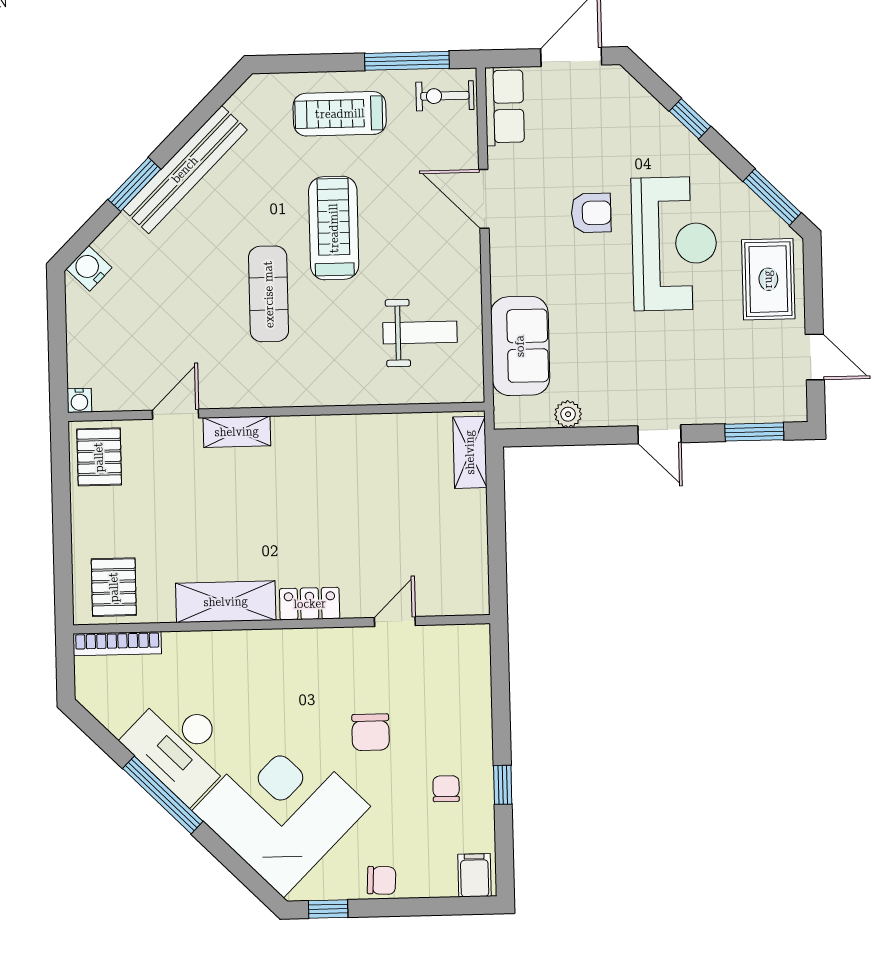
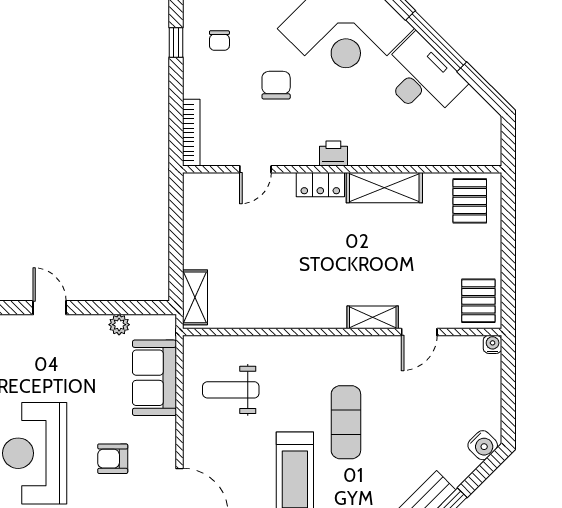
armchair: (591, 213) -> (113, 459), moved
bookcase: (117, 644) -> (191, 133), moved, turned 90
printer: (293, 645) -> (333, 154), added

